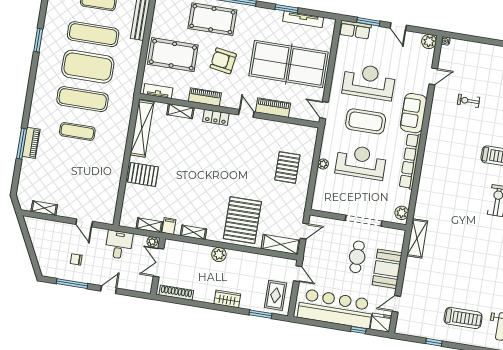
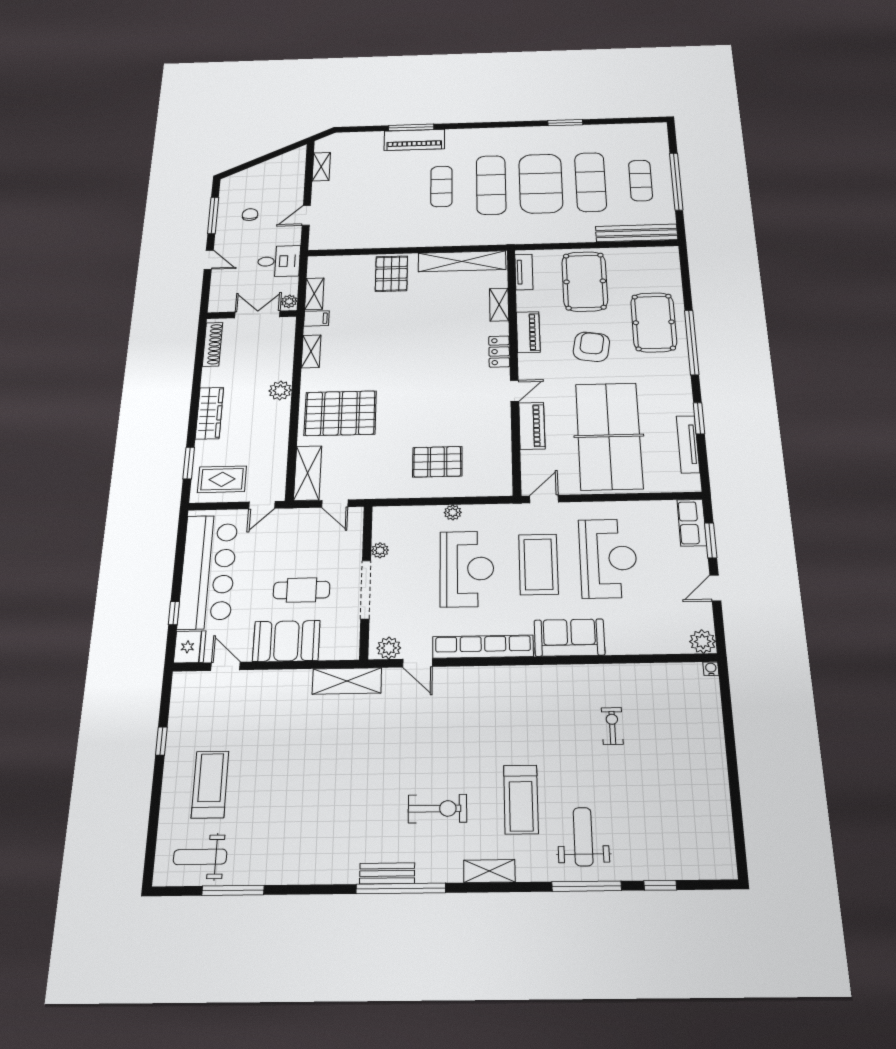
door: (433, 76) -> (418, 663), moved
piano: (31, 143) -> (414, 140), width x1.37, depth x1.33
plant: (340, 209) -> (380, 550), added
wardrobe: (227, 299) -> (209, 413), width x1.50
treadmill: (463, 318) -> (210, 784), turned 180

